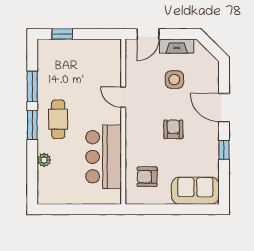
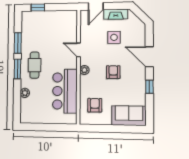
plant: (132, 126) -> (84, 70), added
armchair: (147, 177) -> (95, 105), turned 90

